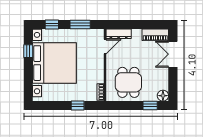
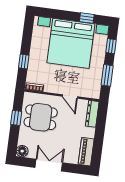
door: (105, 47) -> (70, 96), moved
double door: (173, 54) -> (49, 165), moved
window: (150, 106) -> (16, 118), moved

